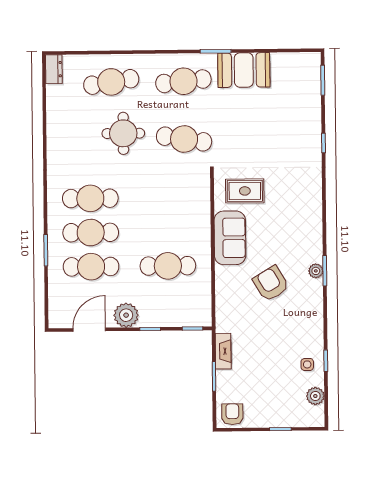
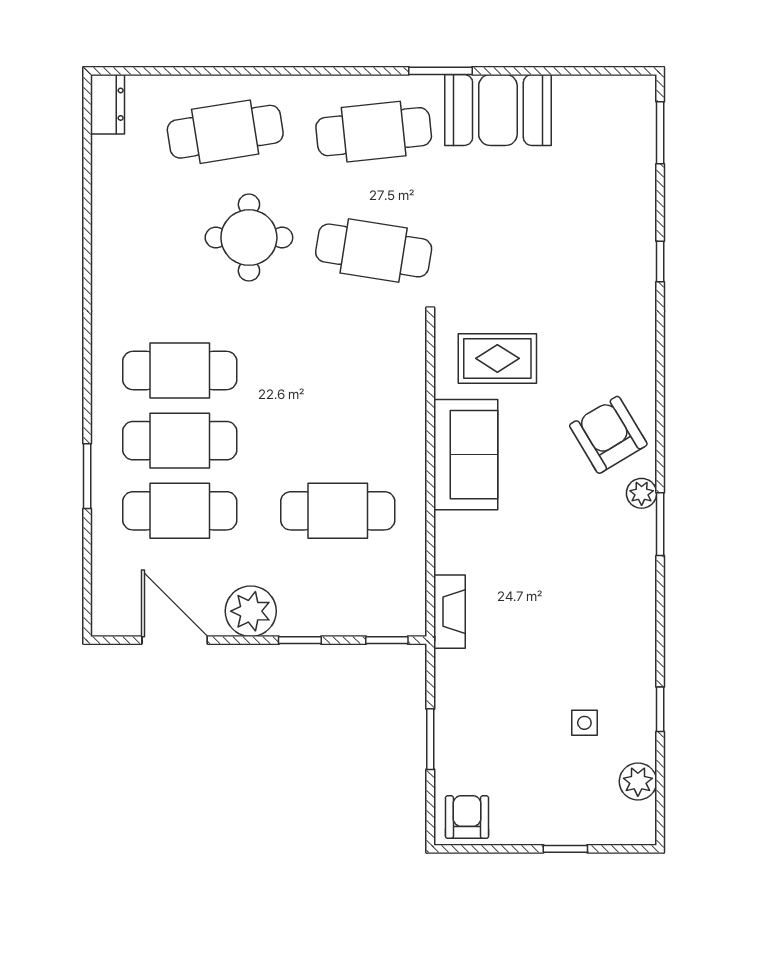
plant: (316, 271) -> (642, 493), moved
armchair: (271, 284) -> (608, 435), moved
door: (89, 330) -> (175, 640), hinge flipped
fireplace: (223, 351) -> (449, 612), moved
side table: (307, 364) -> (584, 723), moved

